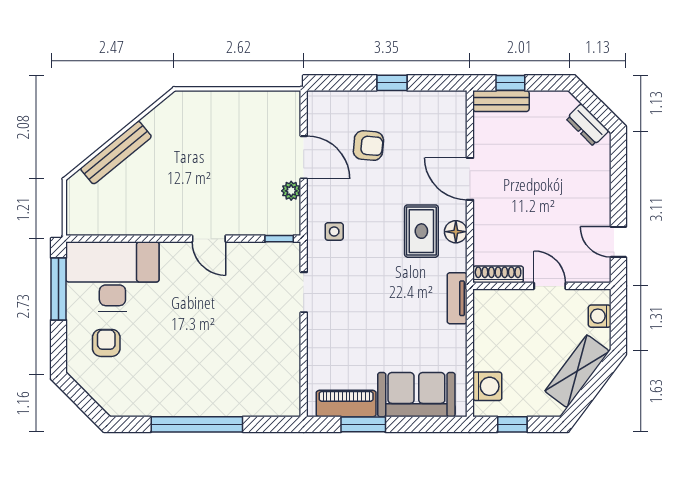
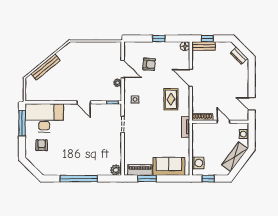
floor lamp: (456, 232) -> (185, 46), moved
plant: (287, 404) -> (116, 170), added

